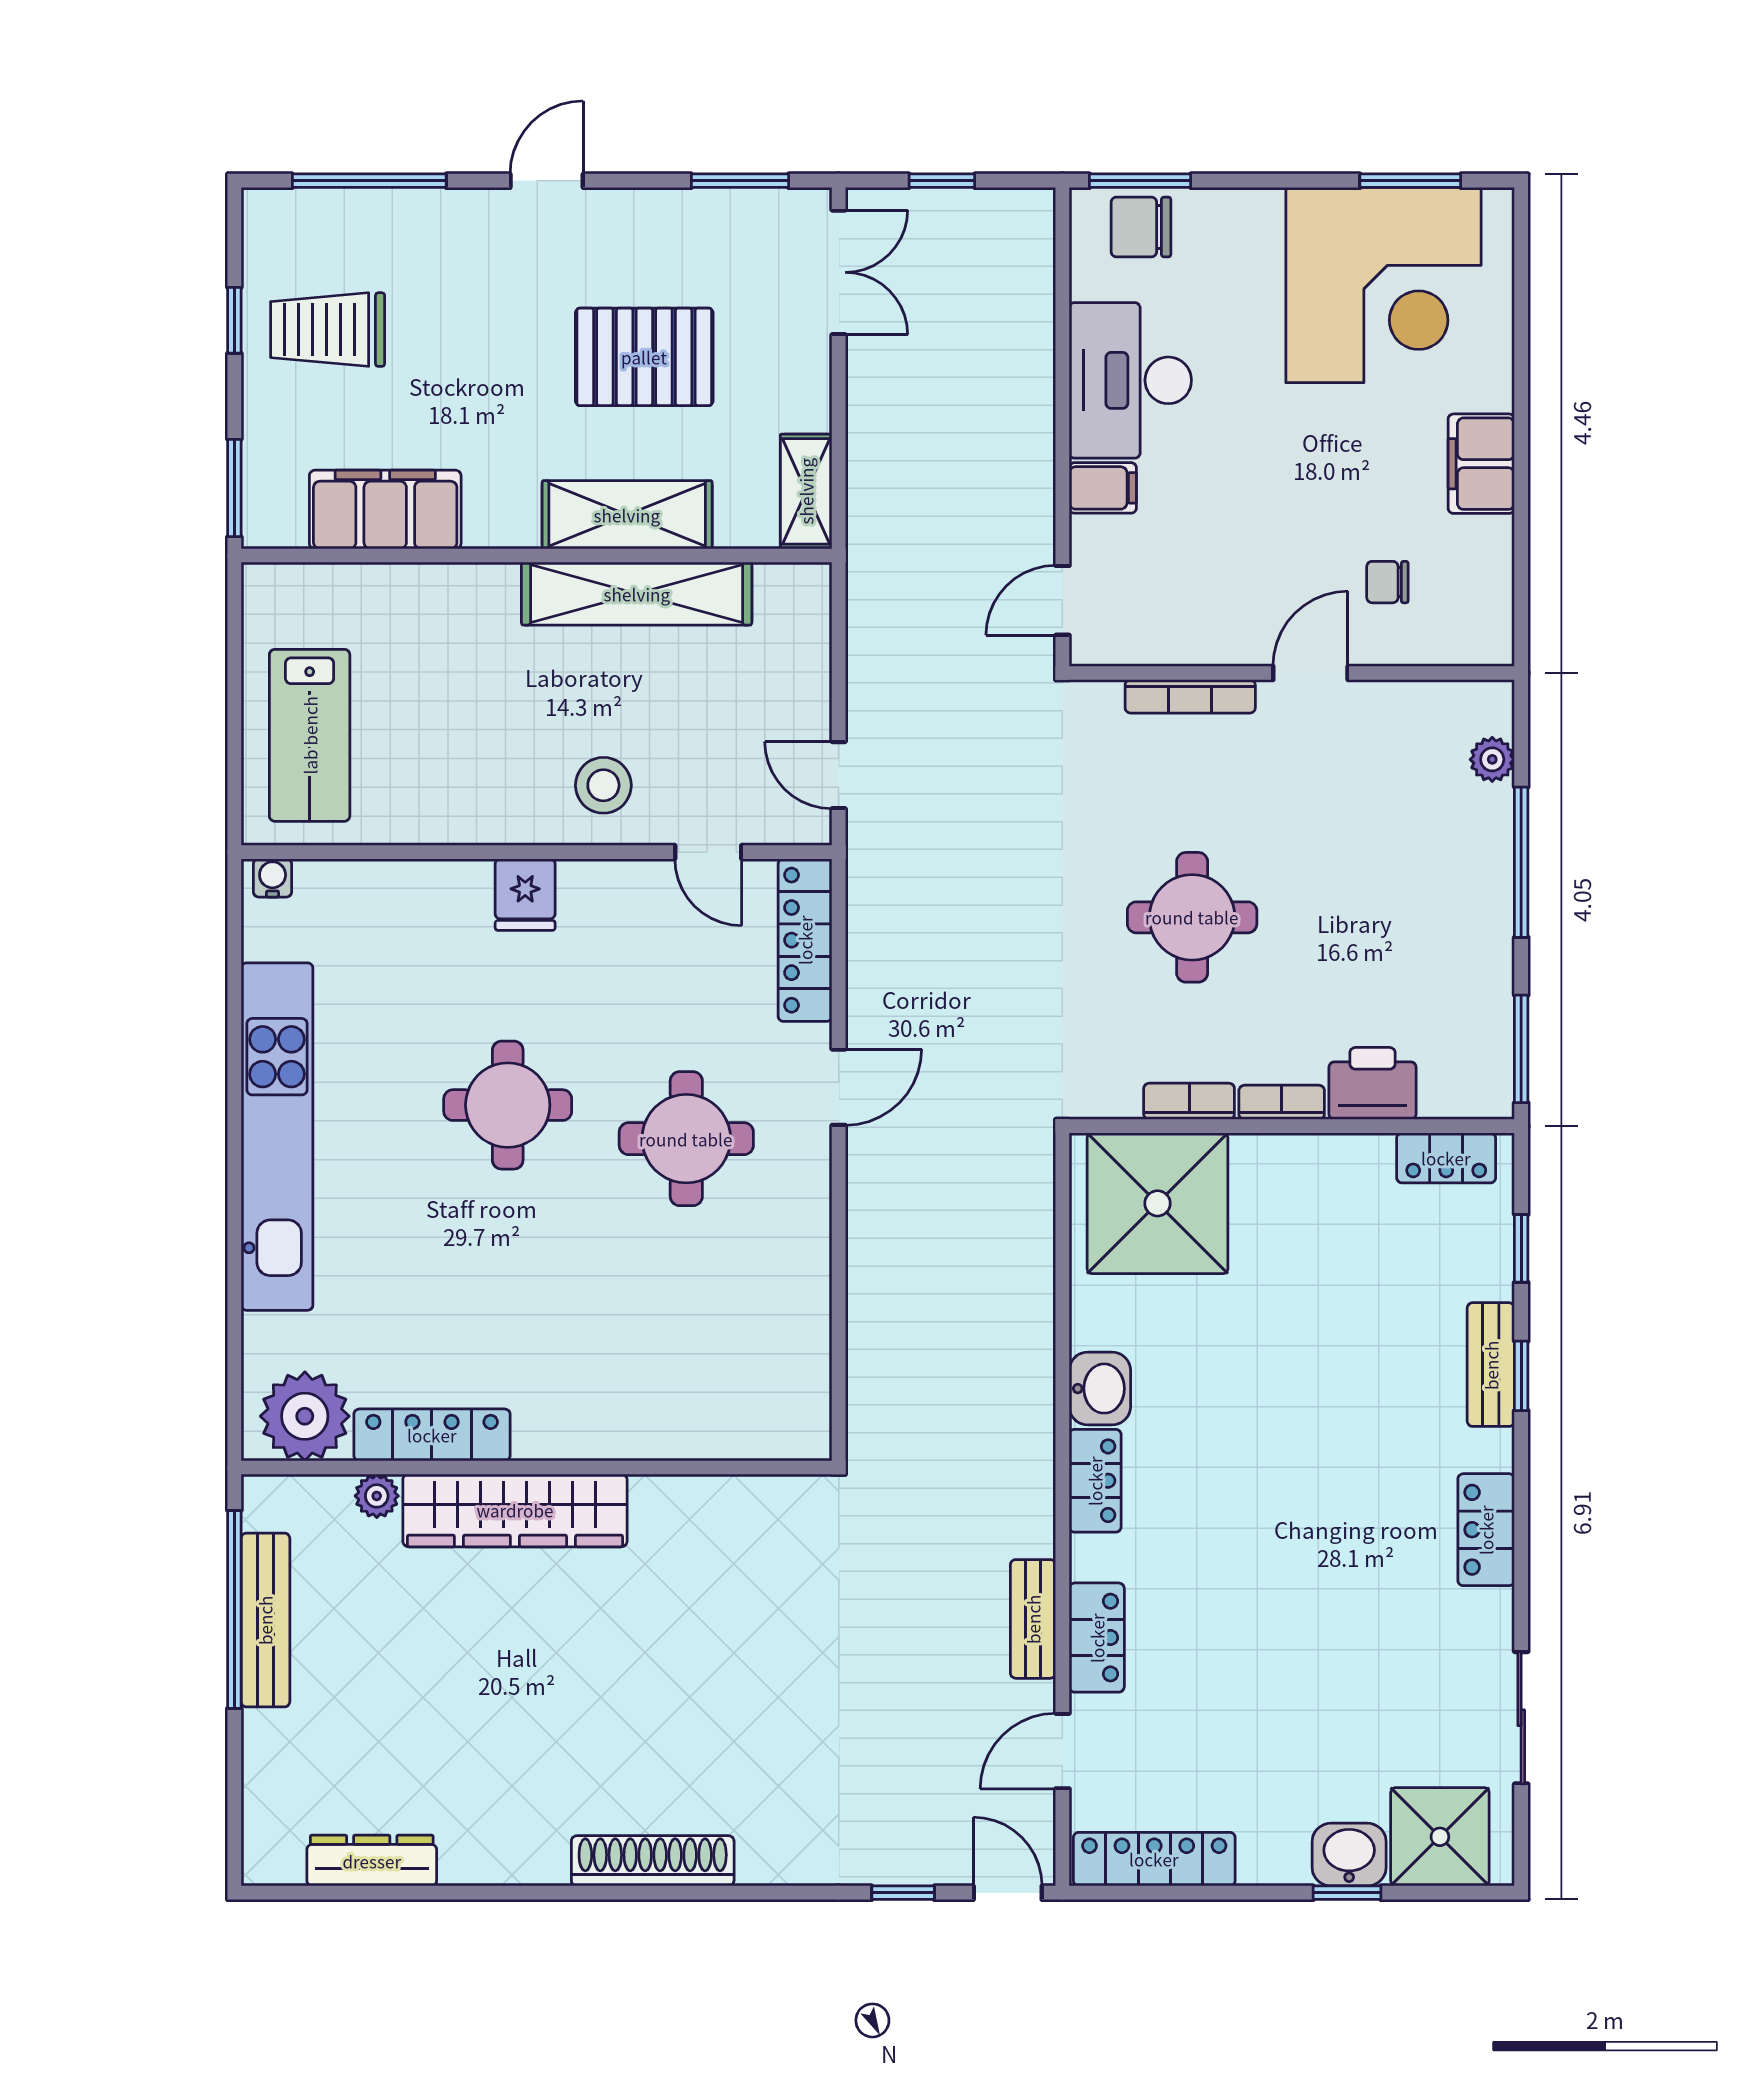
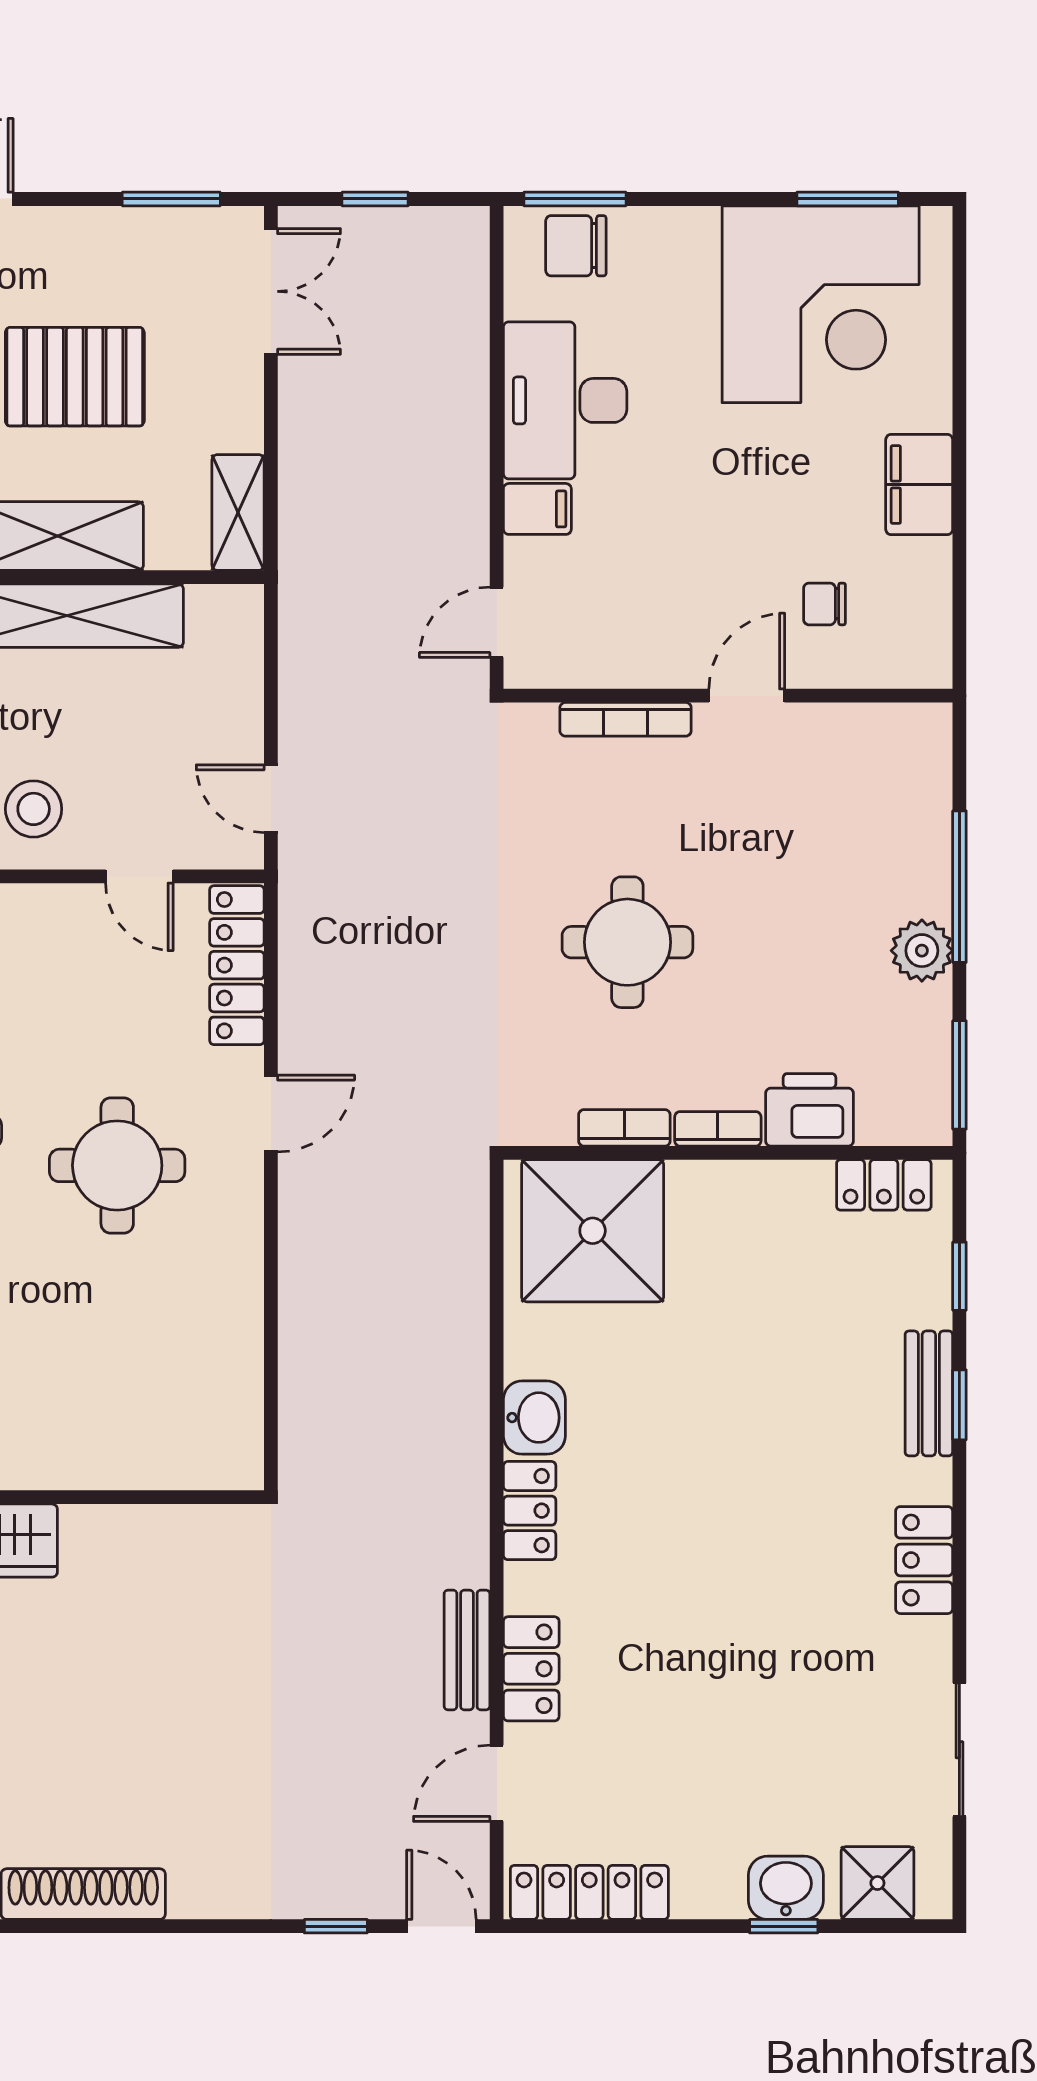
plant: (1492, 759) -> (922, 951), moved, width x1.38, depth x1.38
shower: (1440, 1837) -> (877, 1883), width x0.73, depth x0.73

